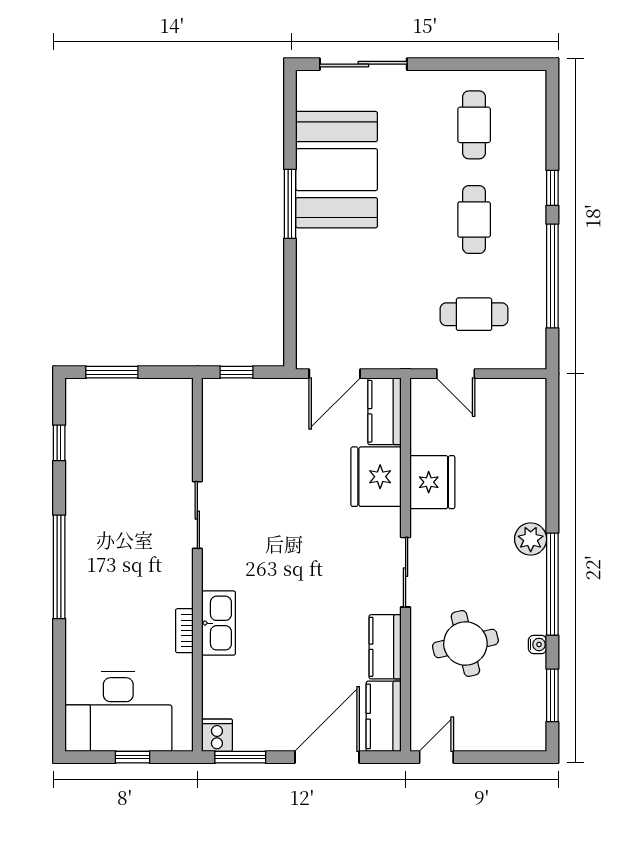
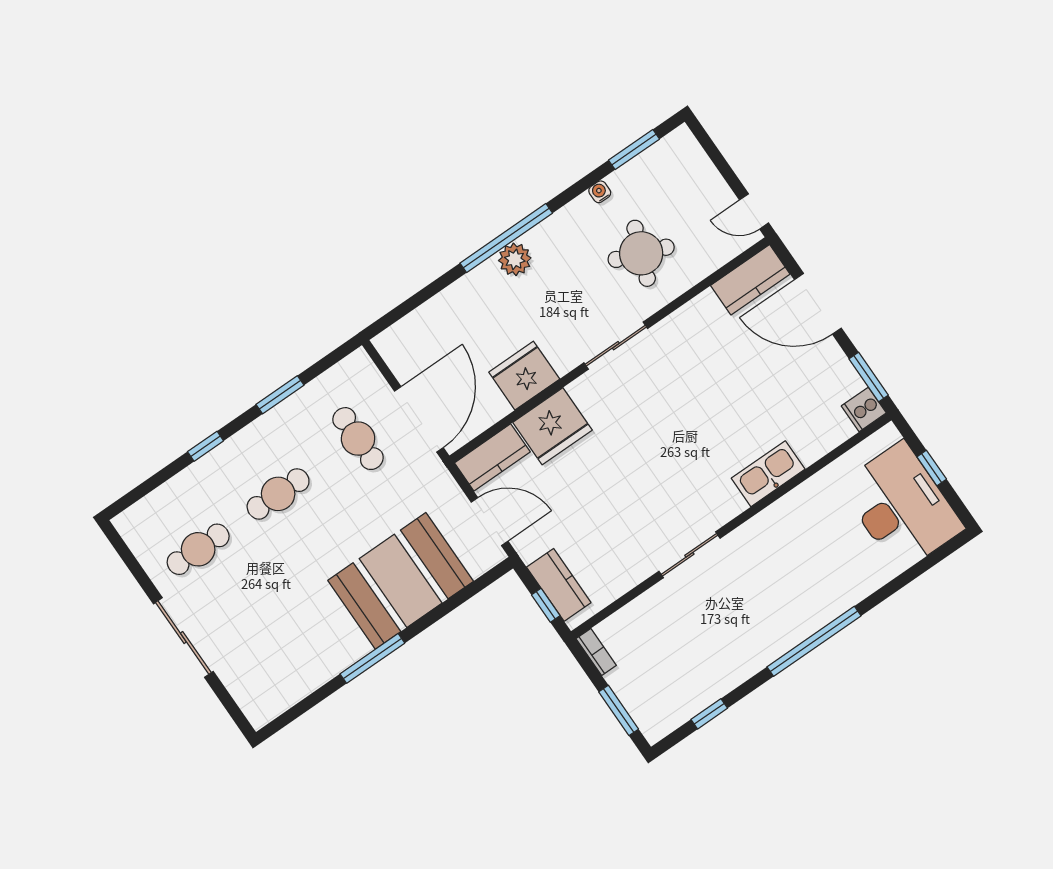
sliding door: (363, 64) -> (183, 638), moved
booth: (337, 170) -> (401, 581), moved
window: (552, 276) -> (280, 395), width x0.47
door: (456, 374) -> (419, 419), width x1.87
window: (552, 584) -> (506, 238), moved
bookcase: (184, 631) -> (596, 652), moved, turned -90
round table: (465, 644) -> (641, 253), turned 34
kitchen counter: (385, 647) -> (559, 585), moved, turned -90

